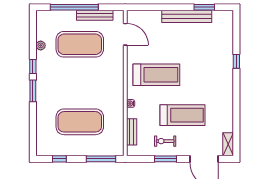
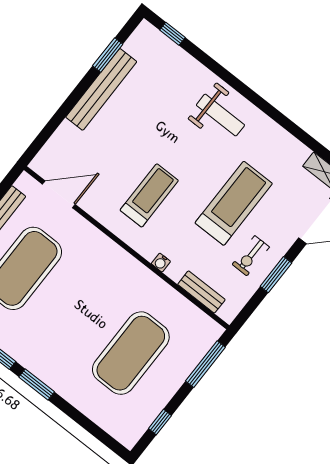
window: (236, 61) -> (172, 34), moved
treadmill: (156, 75) -> (149, 195), width x0.73, depth x0.73
weight bench: (217, 78) -> (220, 115), added

